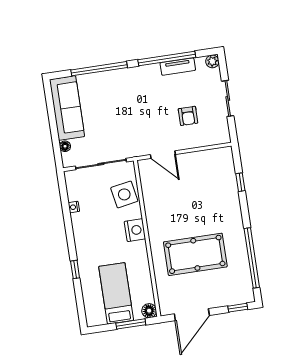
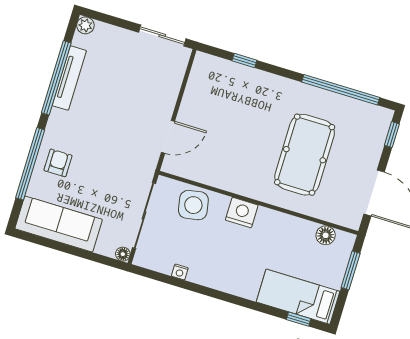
tv unit: (178, 67) -> (69, 78), width x1.41
sliding door: (228, 98) -> (162, 35), moved
armchair: (188, 116) -> (58, 163), moved, turned -90
floor lamp: (65, 146) -> (123, 254), moved
window: (75, 269) -> (299, 319), moved
bed: (116, 293) -> (298, 297), moved
floor lamp: (149, 311) -> (326, 235), moved

